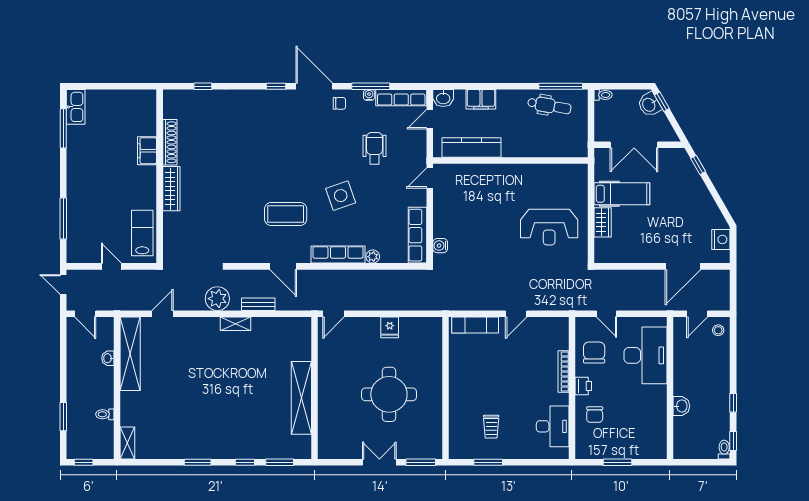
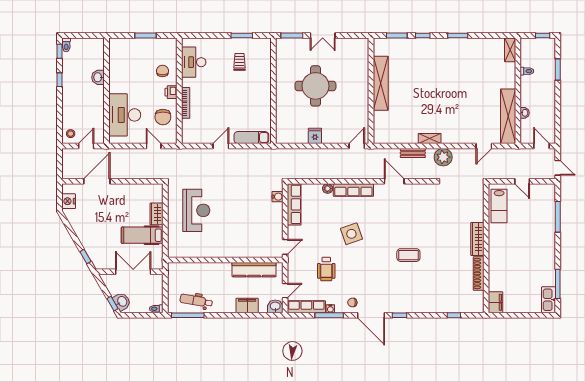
filing cabinet: (147, 151) -> (496, 302), moved
coffee table: (286, 214) -> (408, 255), moved, width x0.73, depth x0.76
reception desk: (549, 227) -> (196, 210), turned 90

